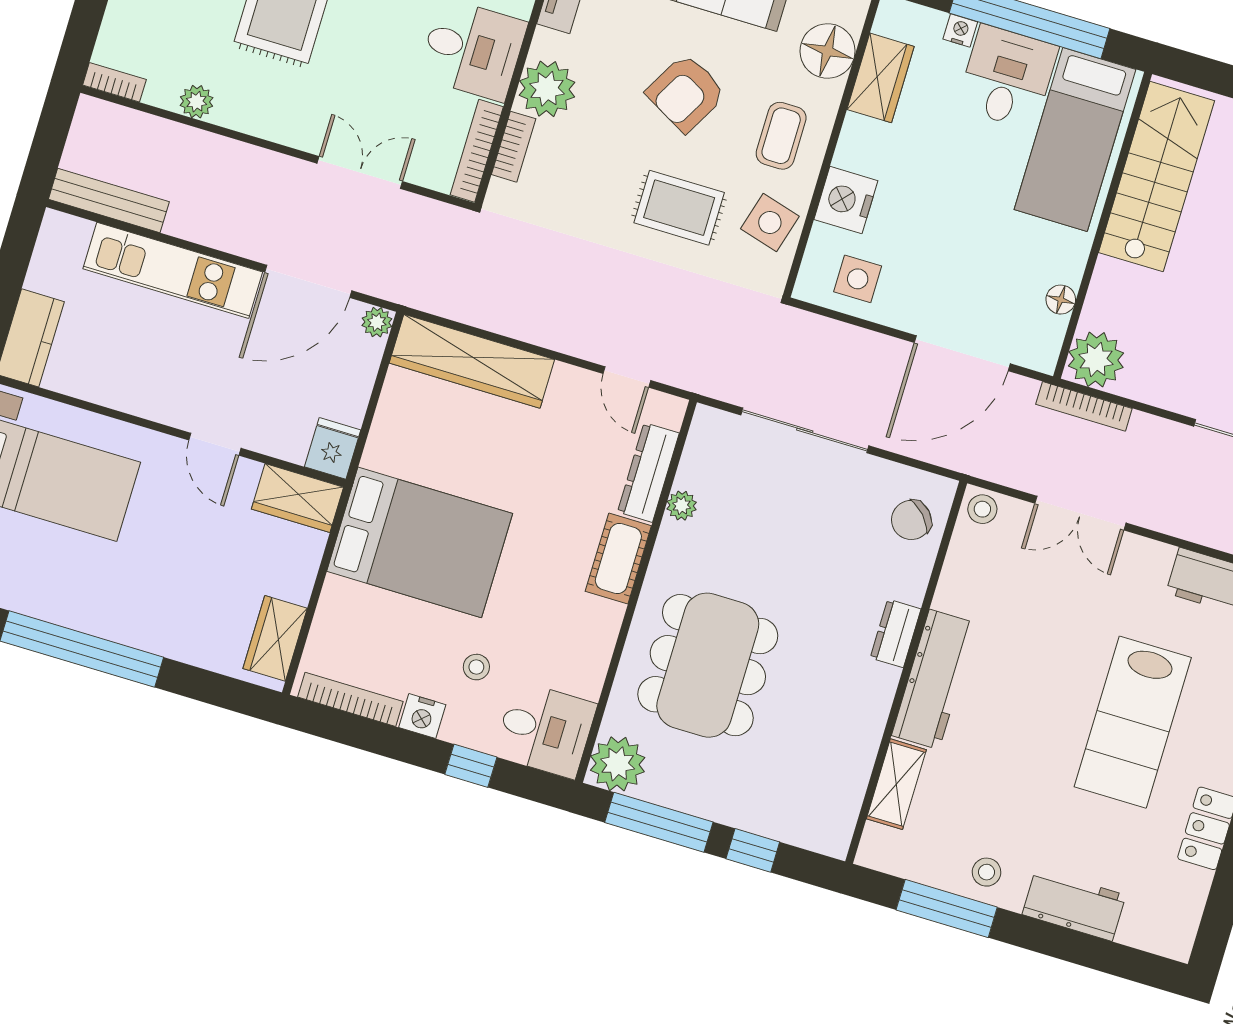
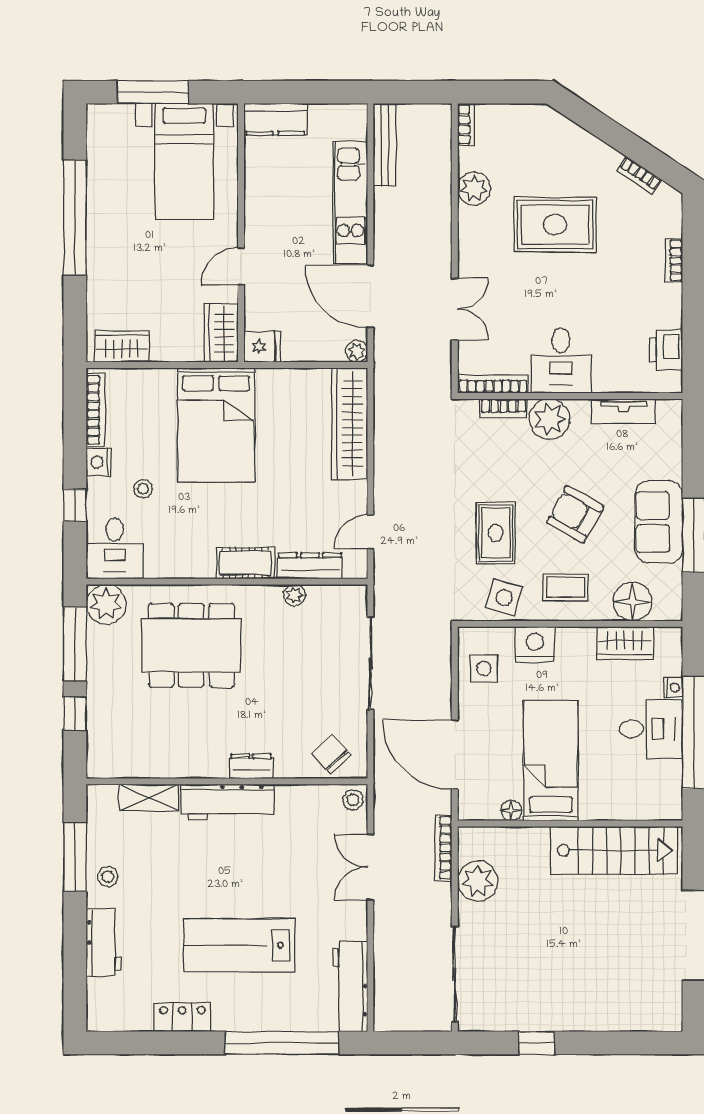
plant: (197, 102) -> (474, 189), width x1.38, depth x1.38
bed: (1075, 139) -> (551, 761), moved, turned 90
plant: (1096, 360) -> (478, 881), moved

